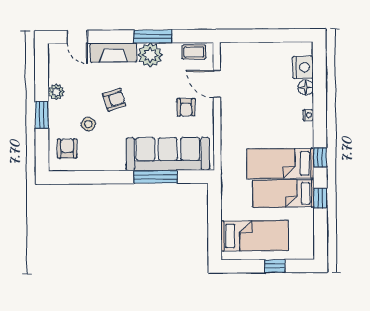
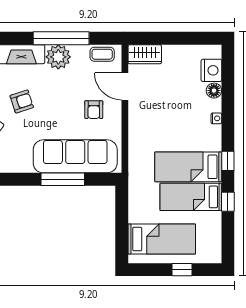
window: (153, 36) -> (61, 38), width x1.46
wardrobe: (236, 52) -> (145, 54), added

